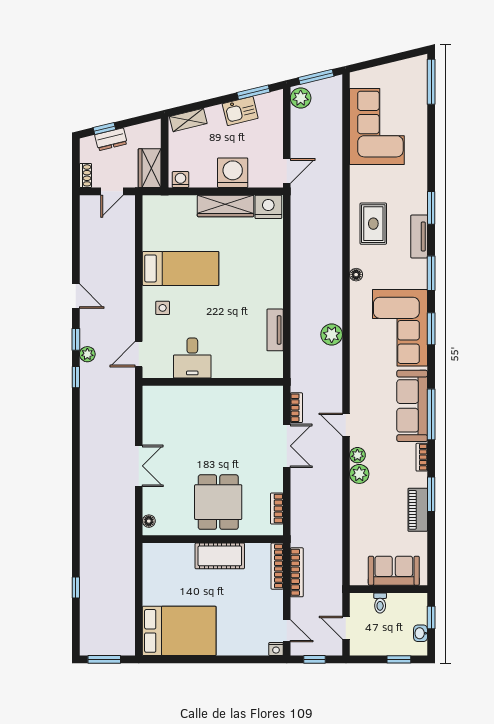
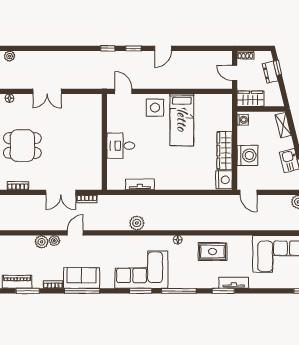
tv unit: (419, 236) -> (234, 283), moved
window: (431, 273) -> (179, 291), width x1.44
side table: (163, 308) -> (155, 108), width x1.87, depth x1.87
plant: (87, 354) -> (10, 56), moved
desk: (192, 358) -> (121, 146), moved
sofa: (412, 406) -> (82, 278), width x0.73

